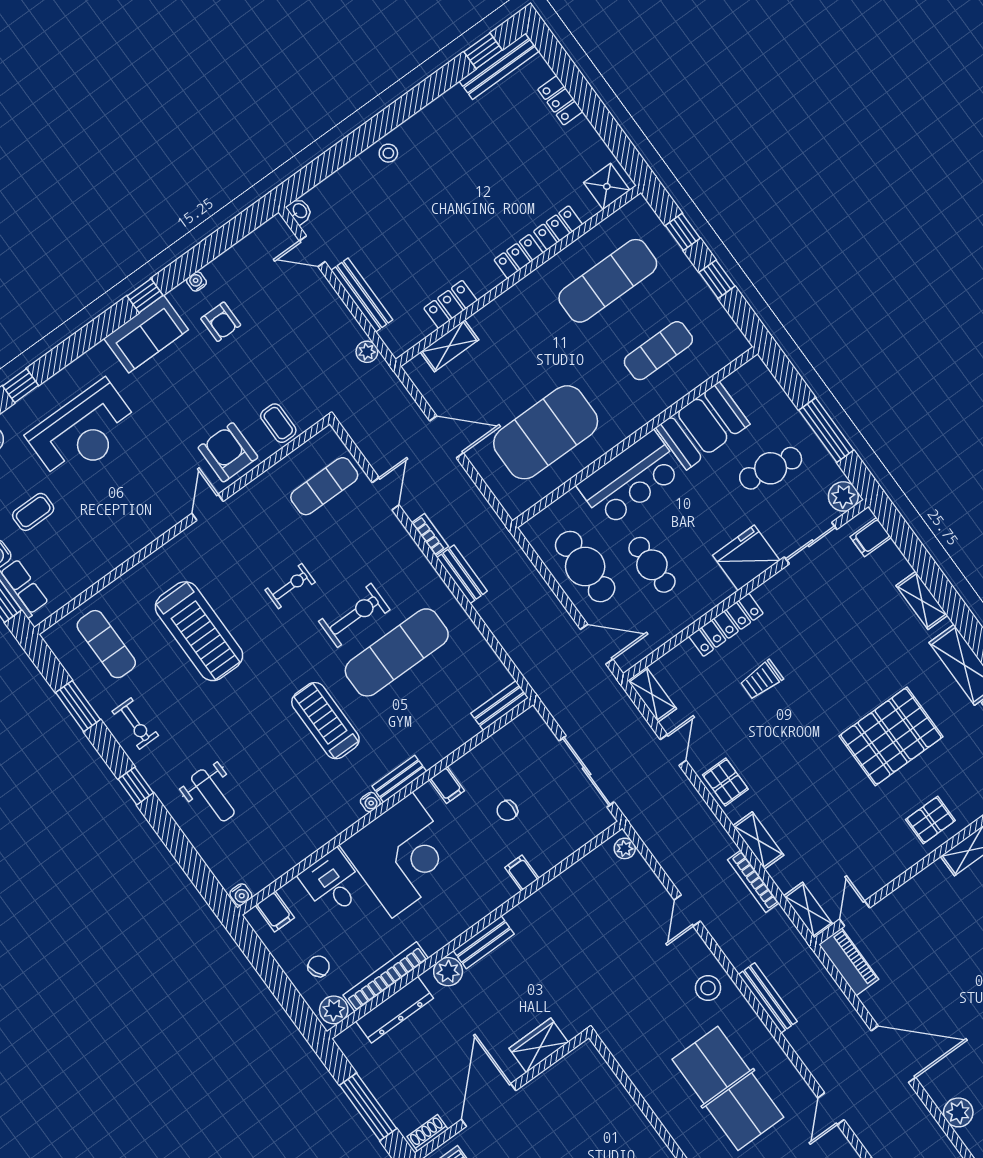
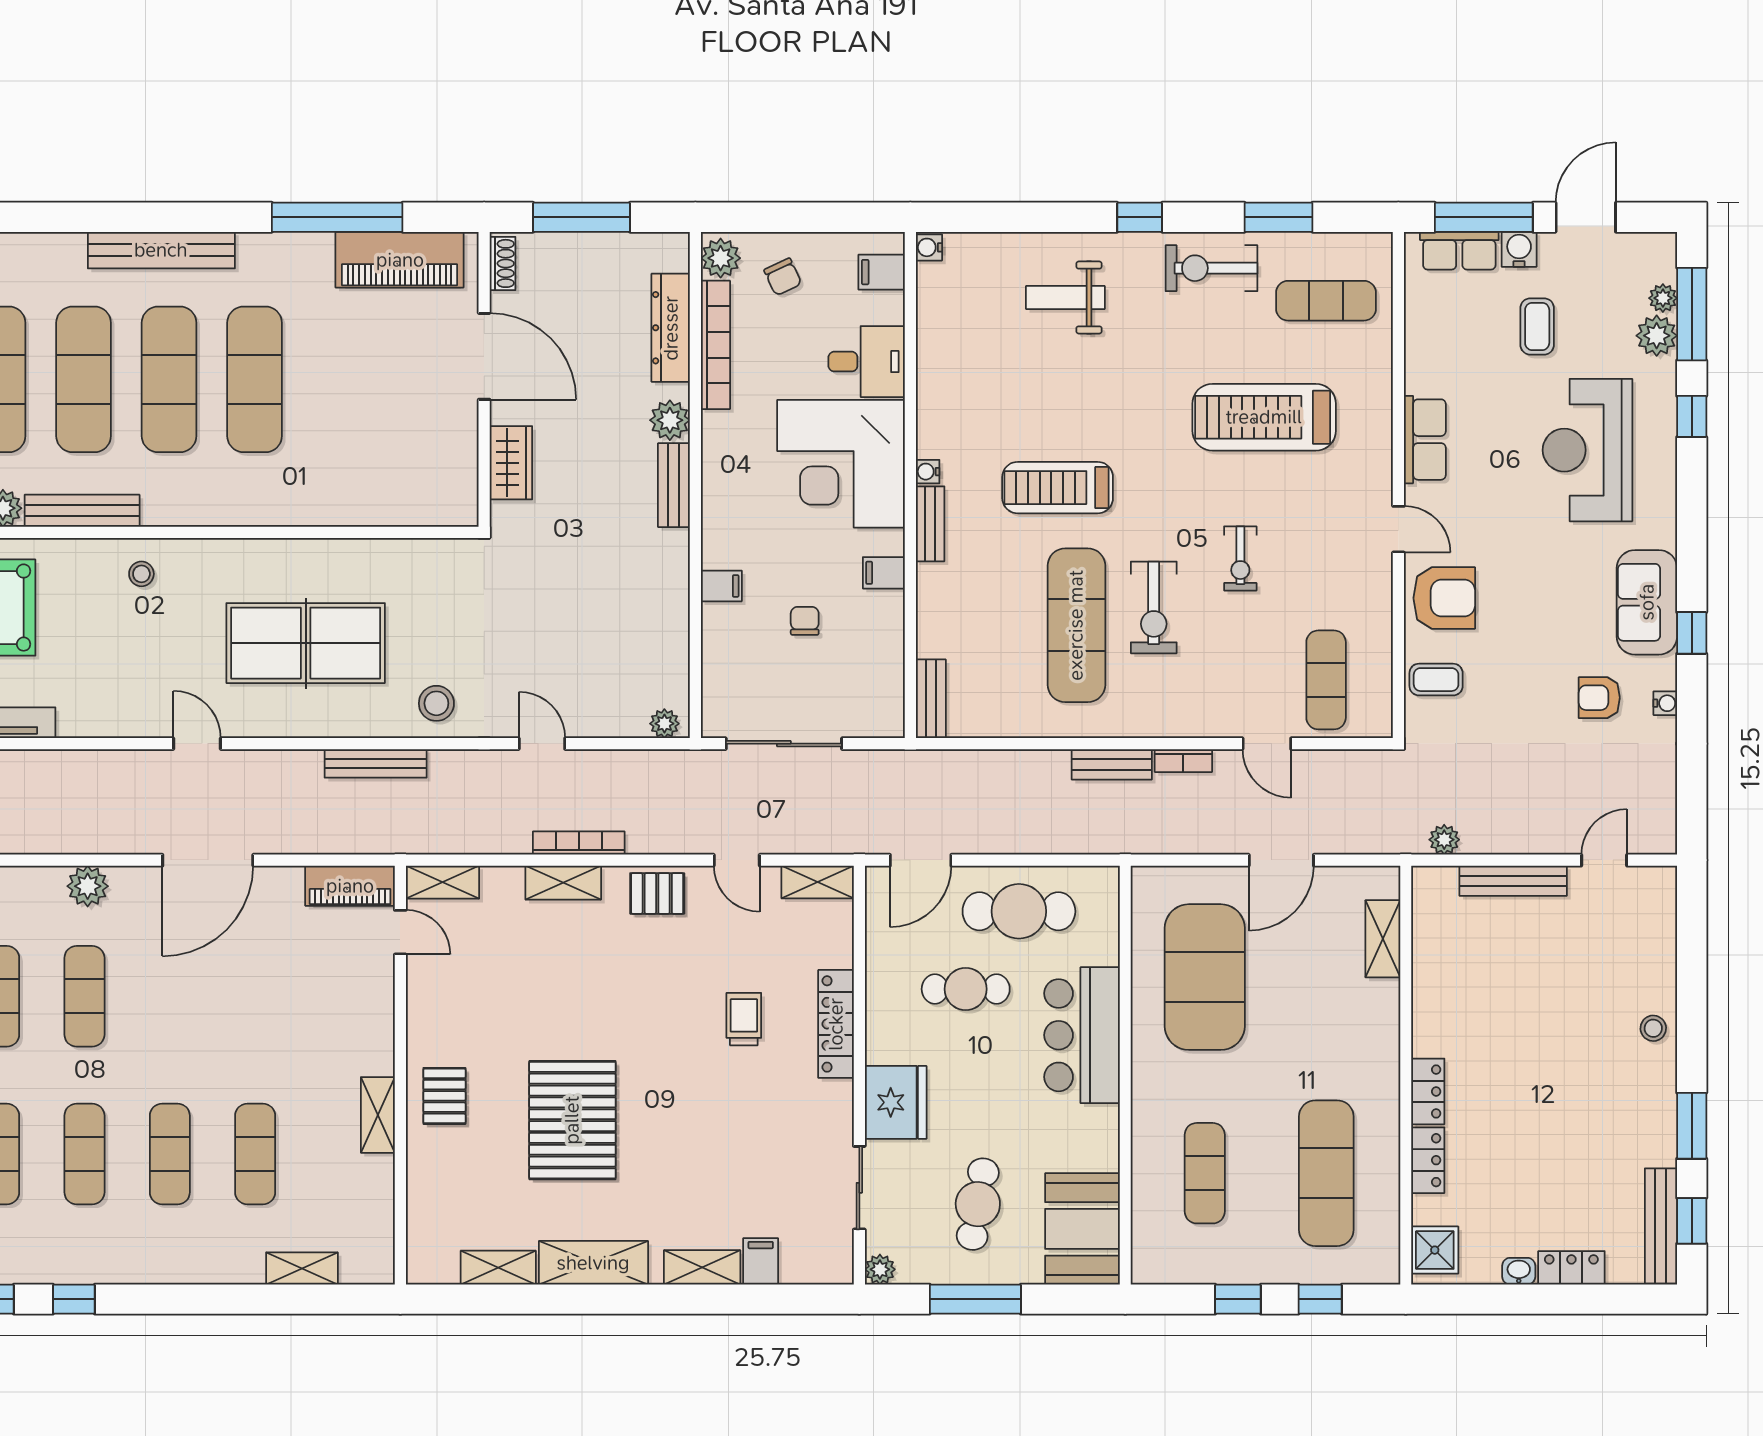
window: (428, 90) -> (1692, 1126), added
washbasin: (300, 211) -> (1519, 1271), moved, turned 180
locker: (451, 304) -> (1429, 974), removed
booth: (703, 426) -> (1082, 1229), moved
plant: (843, 496) -> (880, 1269), width x0.73, depth x0.73
row of seats: (145, 529) -> (1425, 440), added
filing cabinet: (871, 537) -> (761, 1261), moved
treadmill: (325, 721) -> (1058, 488), turned 180
exercise bike: (135, 723) -> (1212, 268), width x1.38, depth x1.39
bookcase: (753, 881) -> (579, 843), moved

